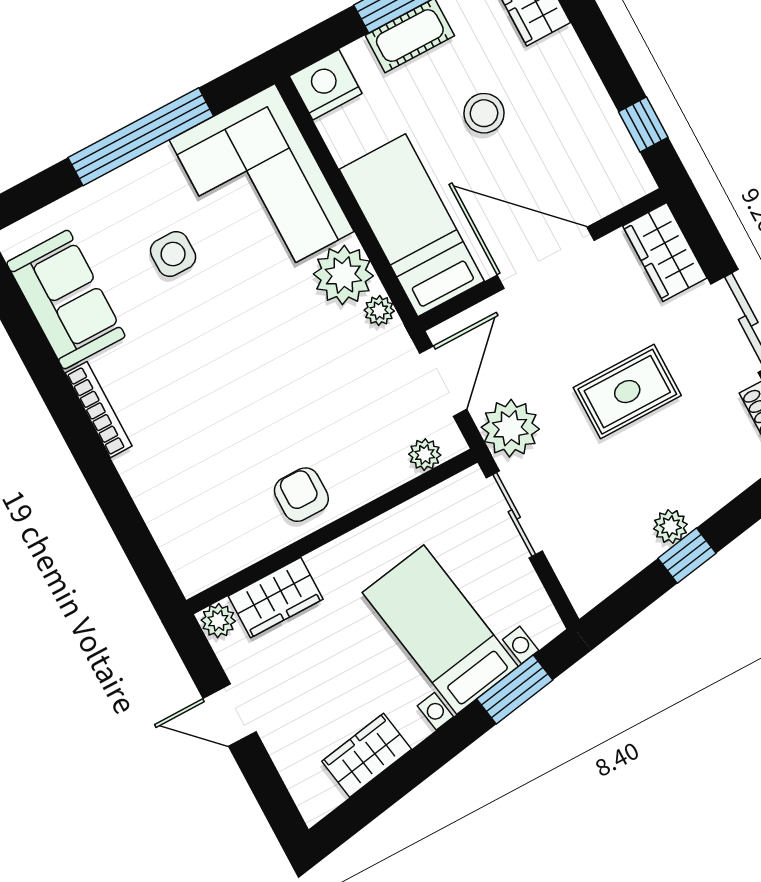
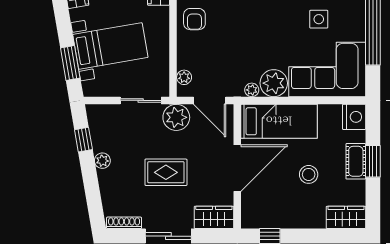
rug: (627, 392) -> (166, 172), turned 90
armchair: (301, 495) -> (194, 19), turned 90
window: (687, 556) -> (83, 140), moved

